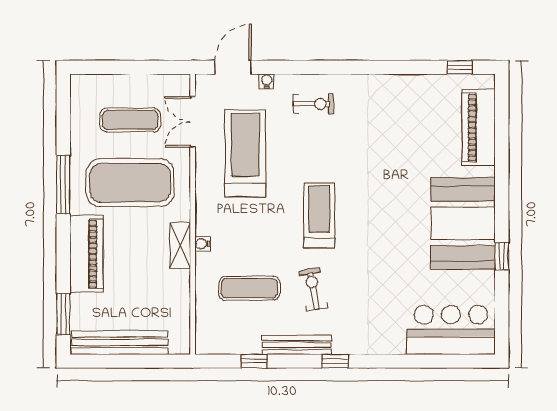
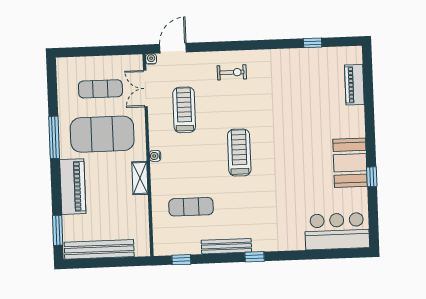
window: (459, 67) -> (313, 43), moved
water cooler: (267, 81) -> (151, 59), moved
piano: (479, 128) -> (354, 85), width x0.73, depth x0.75
treadmill: (245, 153) -> (184, 110), width x0.73, depth x0.73
booth: (463, 223) -> (350, 163), width x0.73, depth x0.70
water cooler: (202, 244) -> (155, 156), moved
exercise bike: (313, 289) -> (237, 206), removed
window: (254, 361) -> (181, 260), moved

